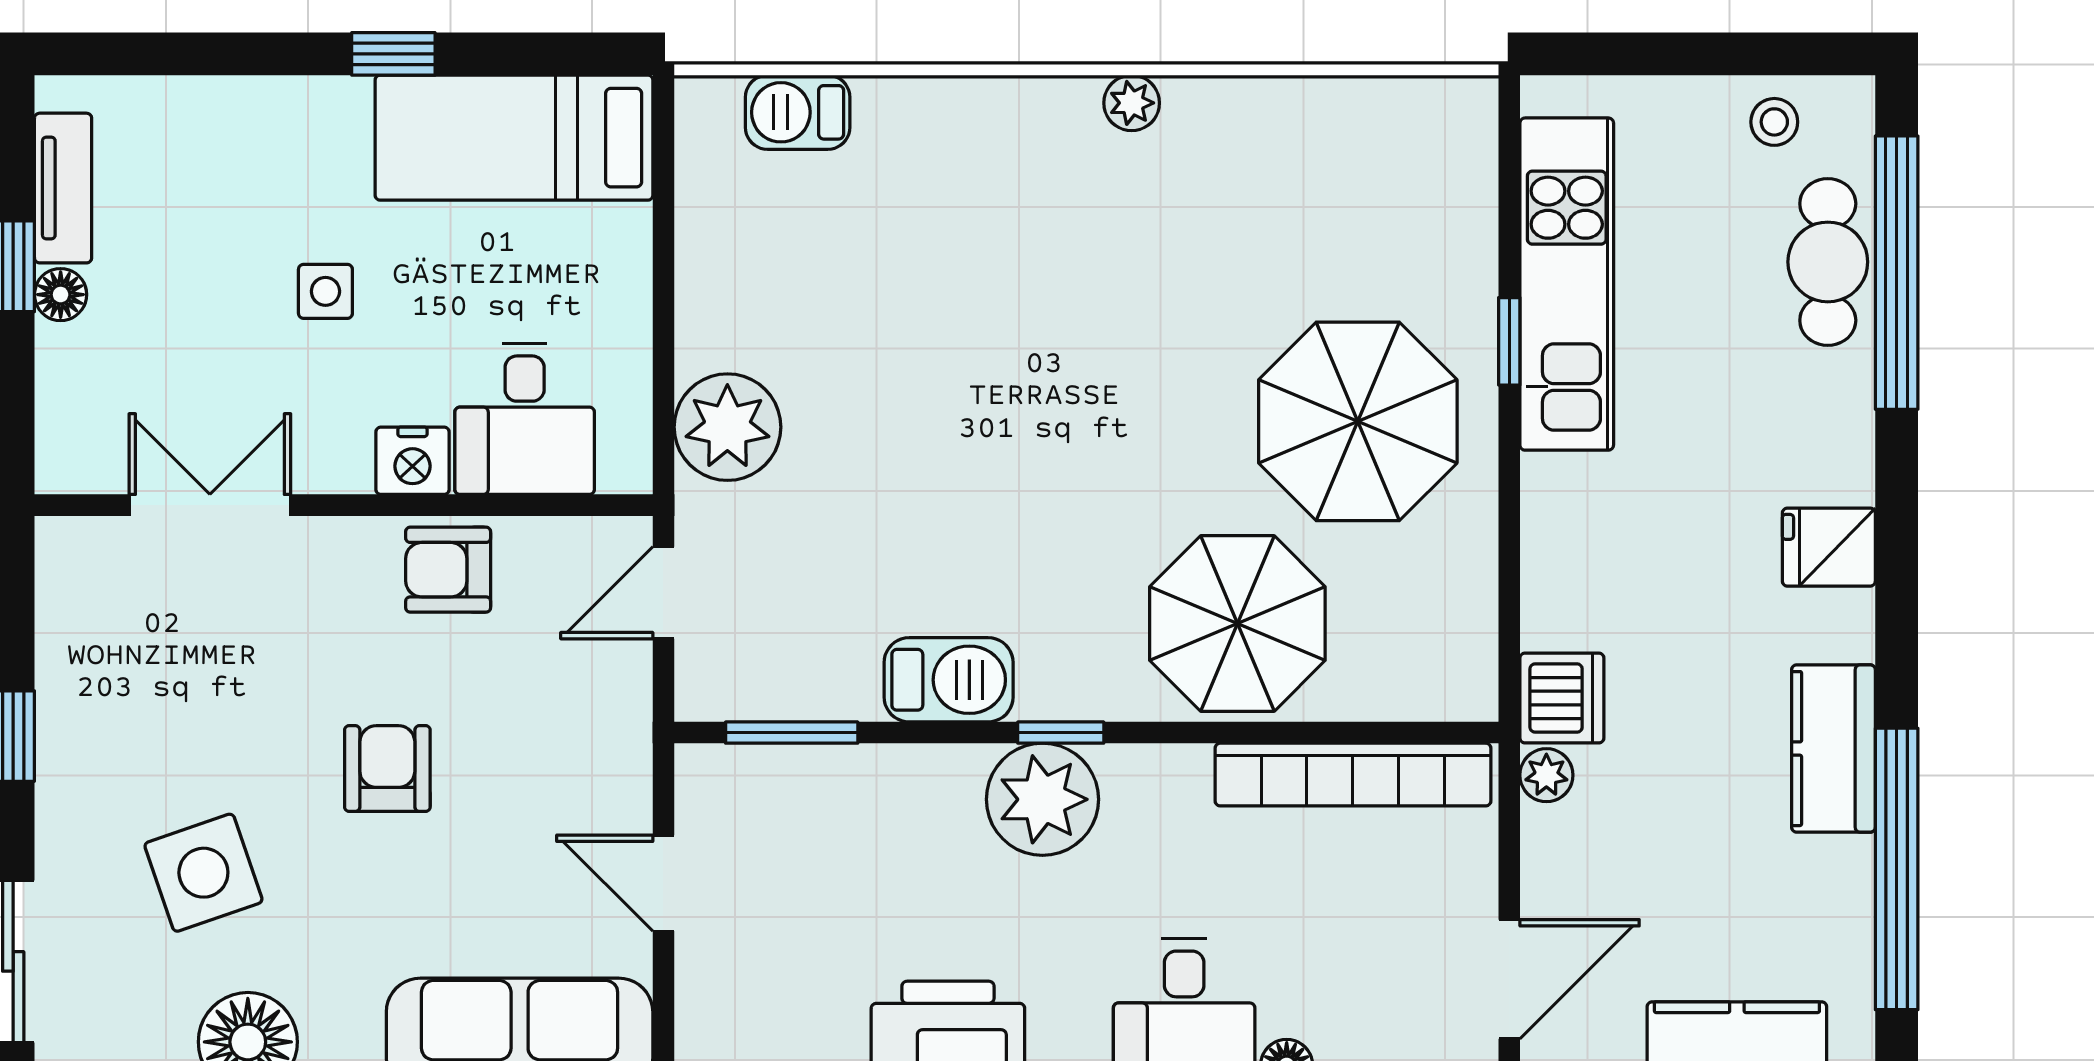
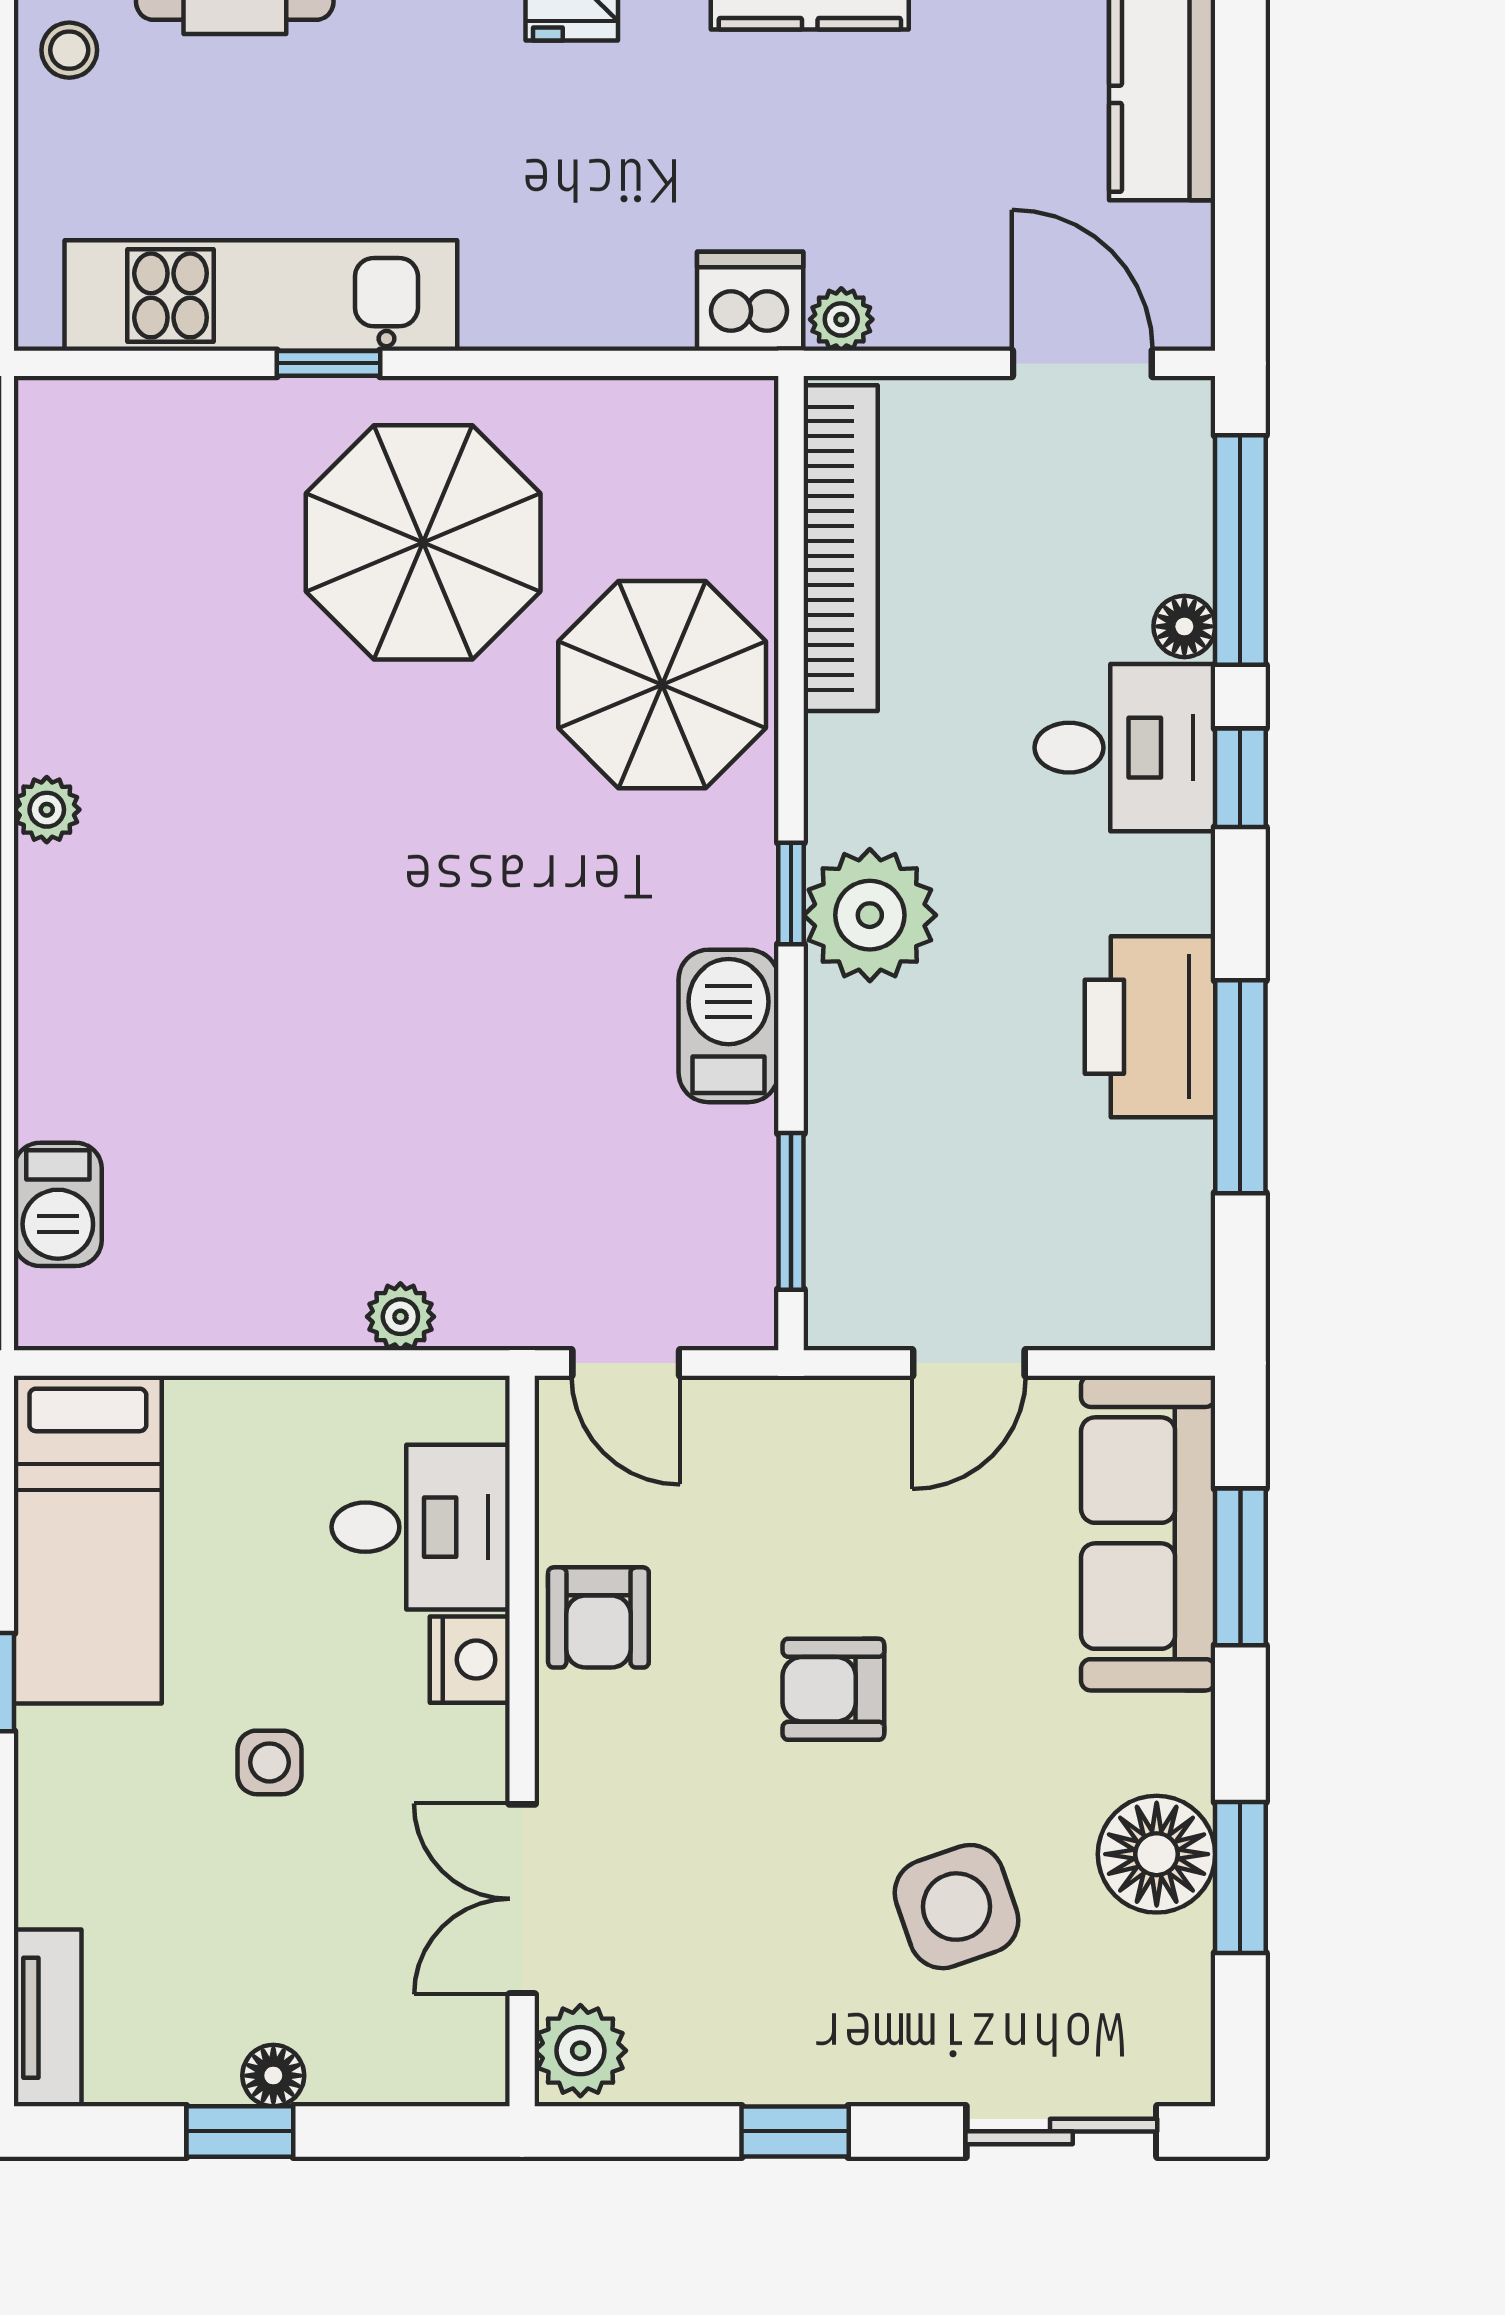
tv unit: (63, 188) -> (48, 2018), moved, turned 90
plant: (727, 427) -> (400, 1317), width x0.53, depth x0.53
plant: (82, 555) -> (580, 2051), added

